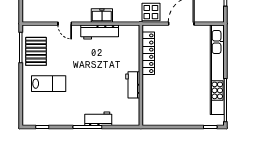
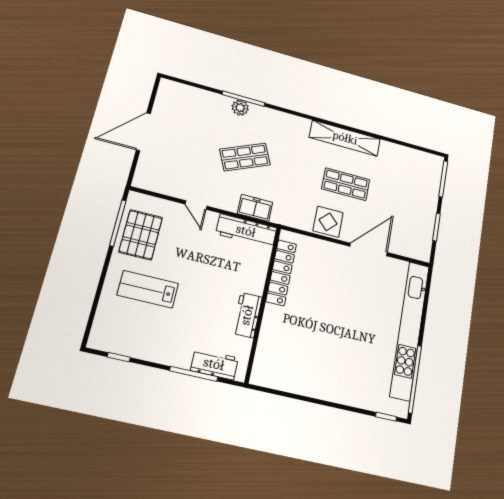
locker: (148, 53) -> (281, 273), moved
wall: (141, 75) -> (263, 303), moved
lab bench: (49, 84) -> (148, 289), turned 180
workbench: (133, 85) -> (247, 315), moved

